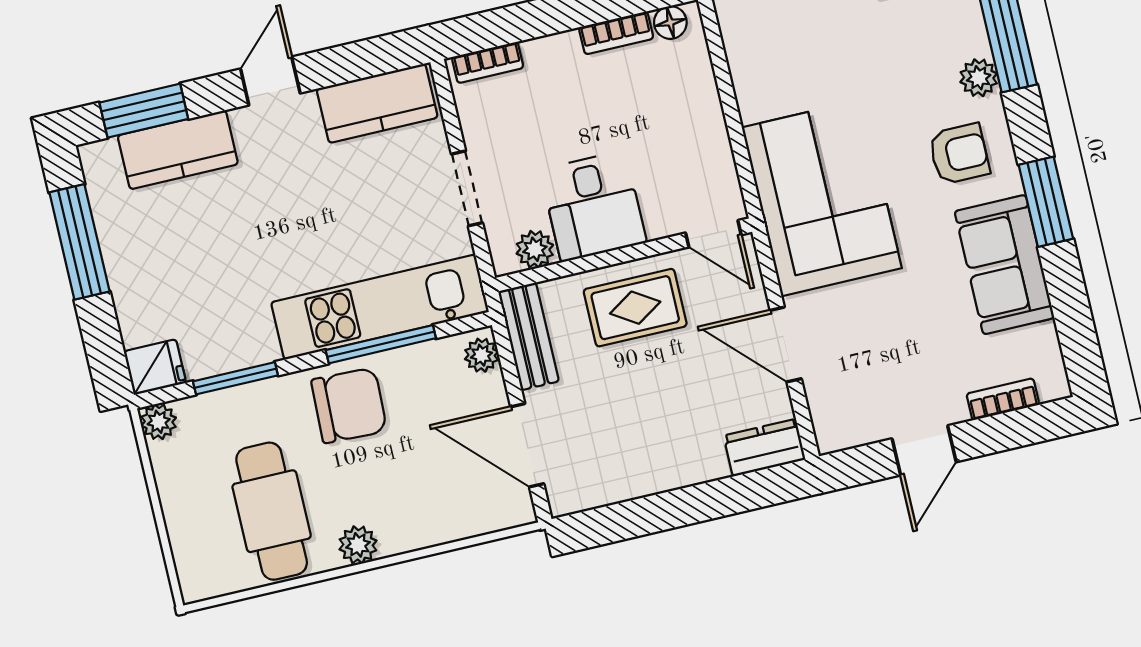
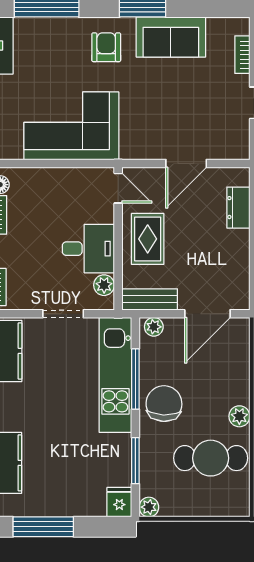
plant: (979, 78) -> (68, 27), removed
corner sofa: (822, 198) -> (71, 126), moved
door: (713, 234) -> (118, 188), hinge flipped
dresser: (764, 448) -> (238, 208), moved

